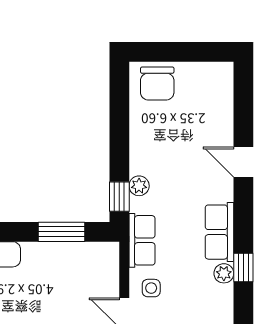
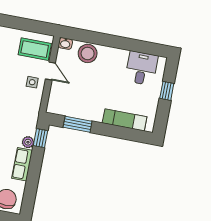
row of seats: (142, 240) -> (22, 164), moved

